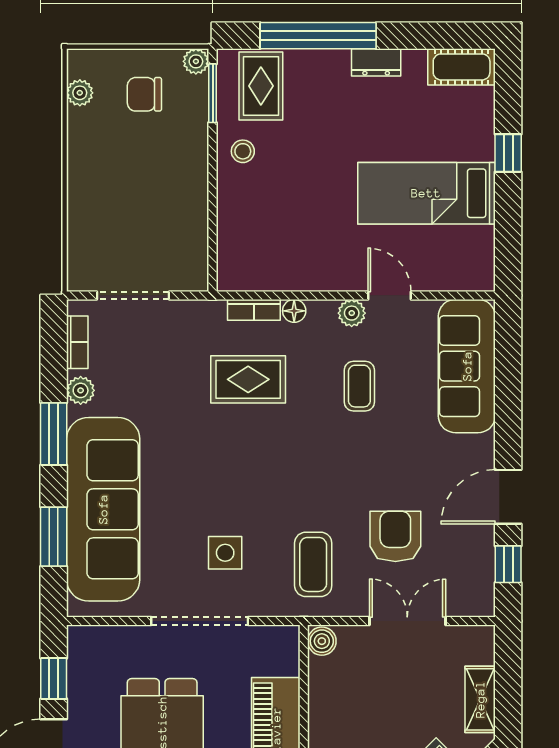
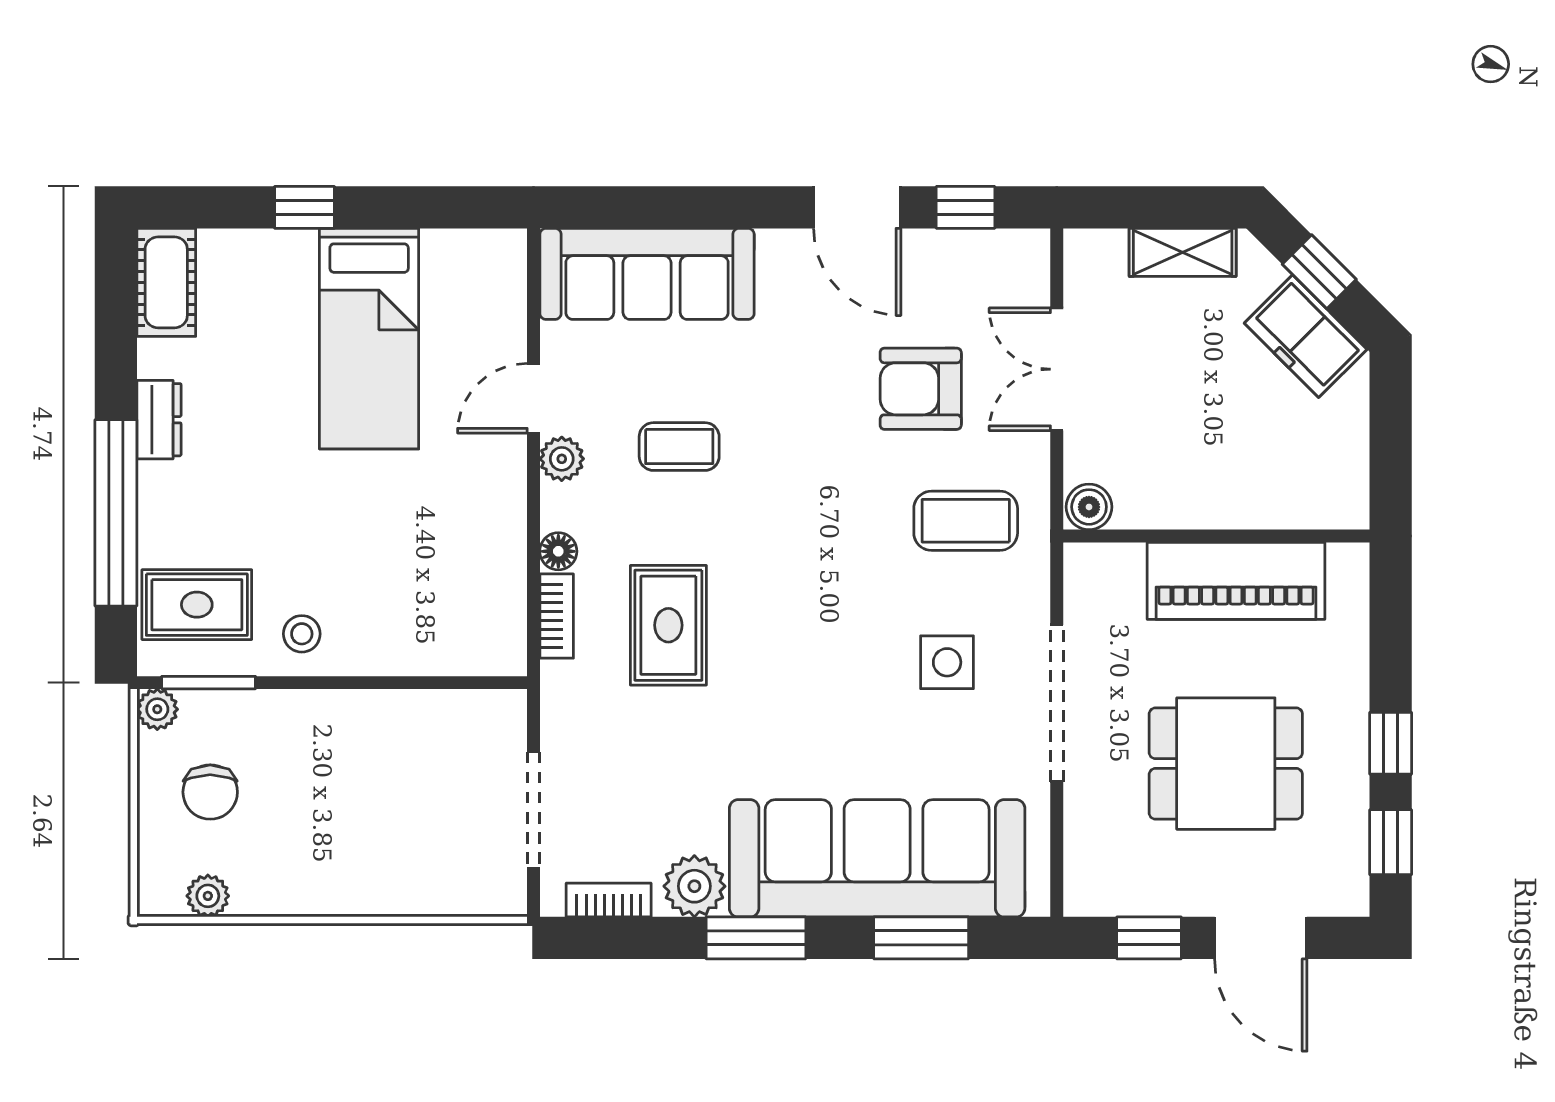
plant: (81, 390) -> (694, 886), width x1.38, depth x1.38

